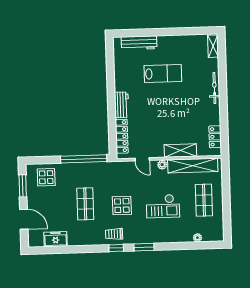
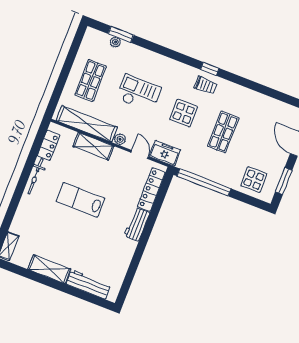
shelving: (174, 42) -> (49, 269), added
lab bench: (163, 73) -> (80, 200), moved
bicycle: (214, 88) -> (35, 176), moved
freezer: (56, 239) -> (165, 153), moved, turned 180
window: (144, 247) -> (121, 34), moved

